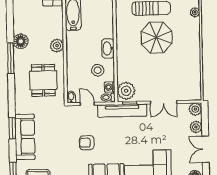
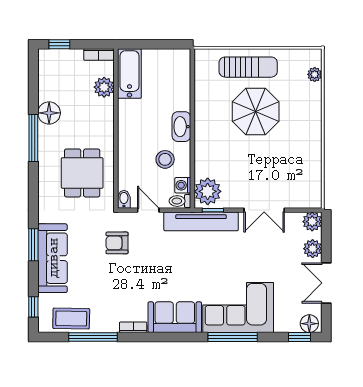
plant: (57, 46) -> (104, 87), moved
armchair: (87, 143) -> (117, 243), moved

